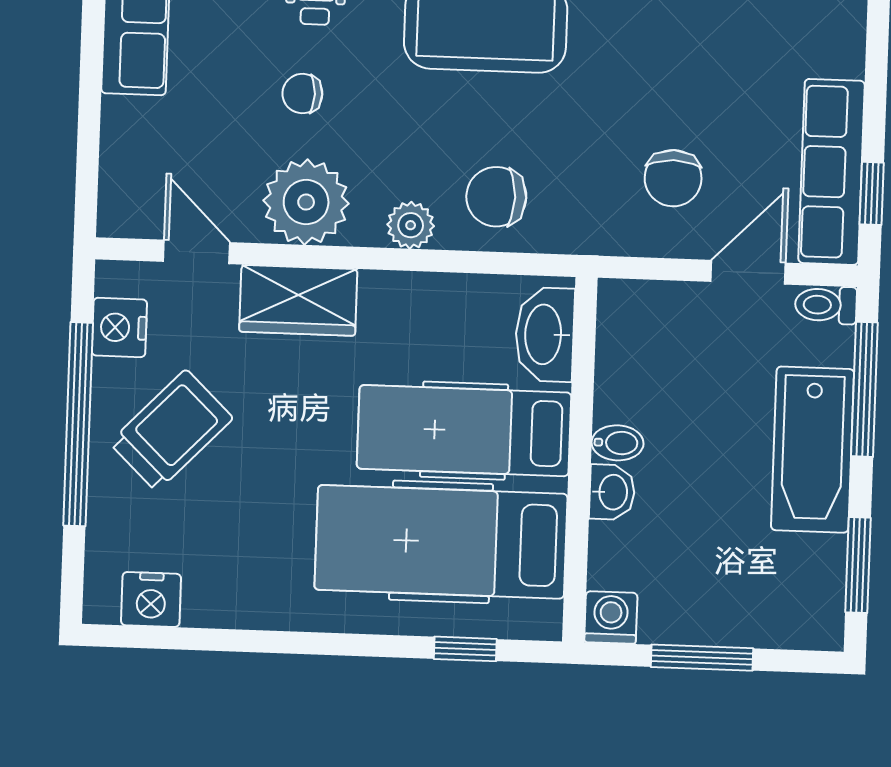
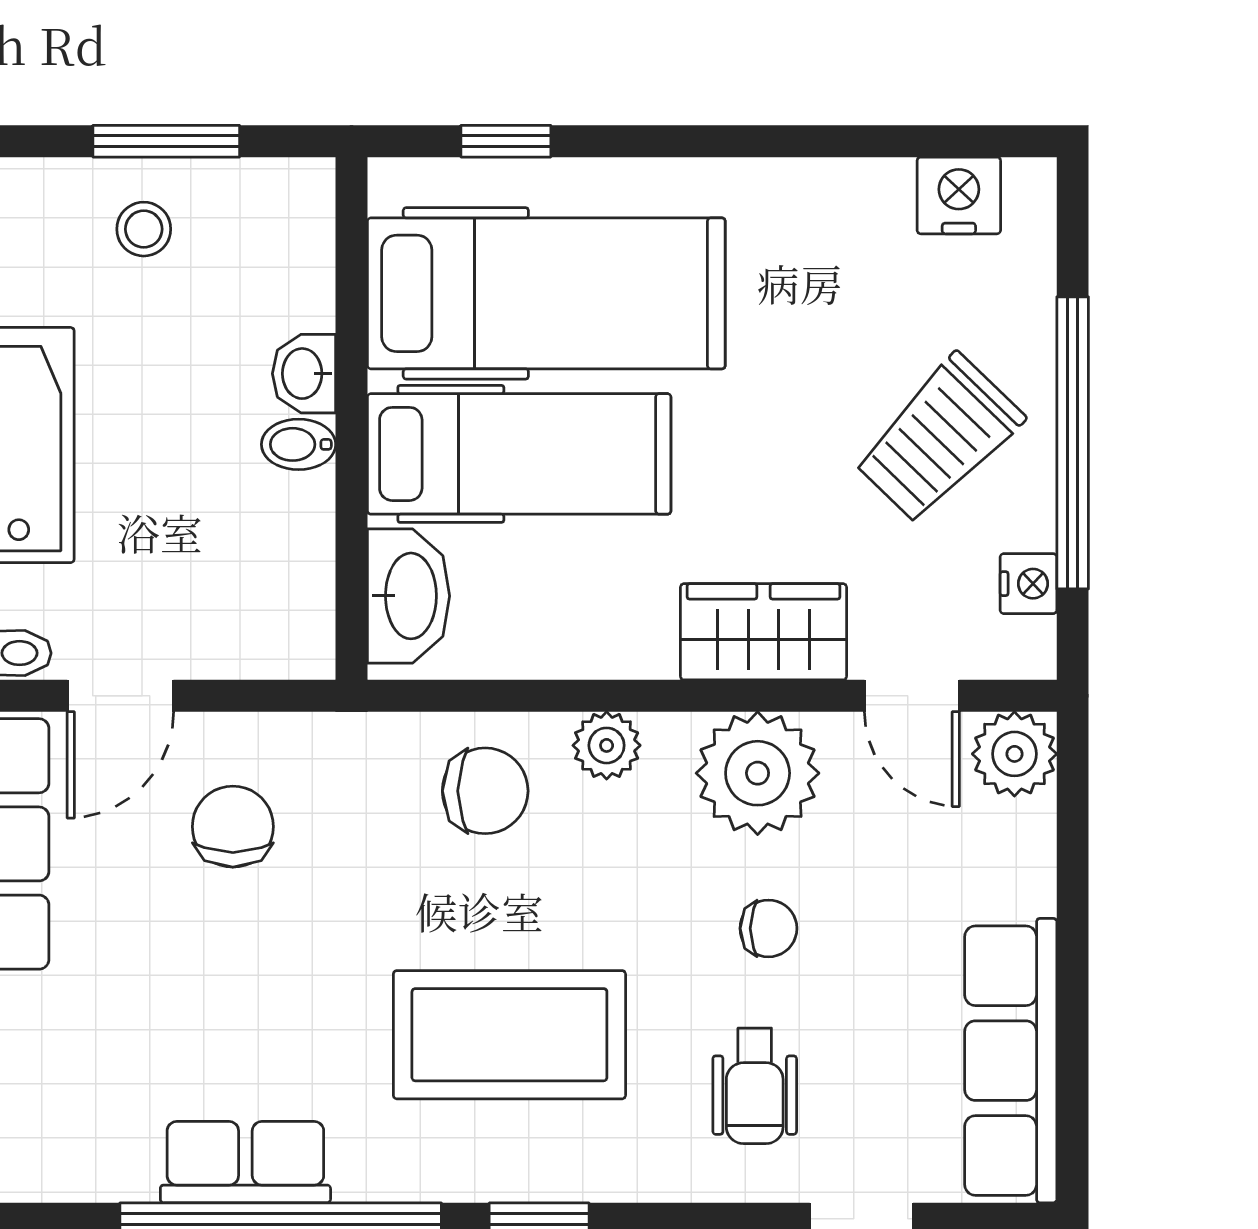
plant: (126, 209) -> (1014, 754), added
nightstand: (119, 327) -> (1028, 584), width x0.72, depth x0.74
stool: (720, 597) -> (144, 229), added
washing machine: (611, 618) -> (299, 194), removed

